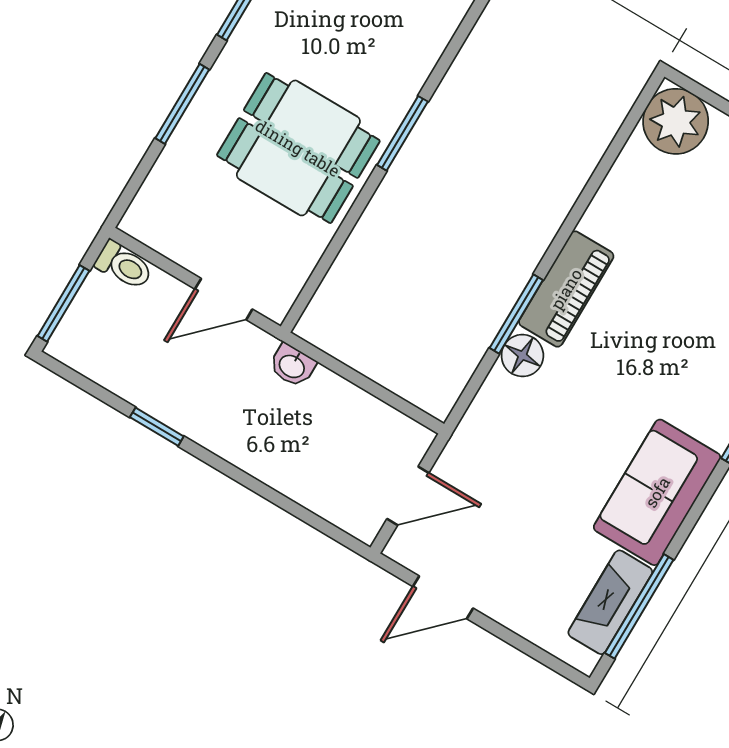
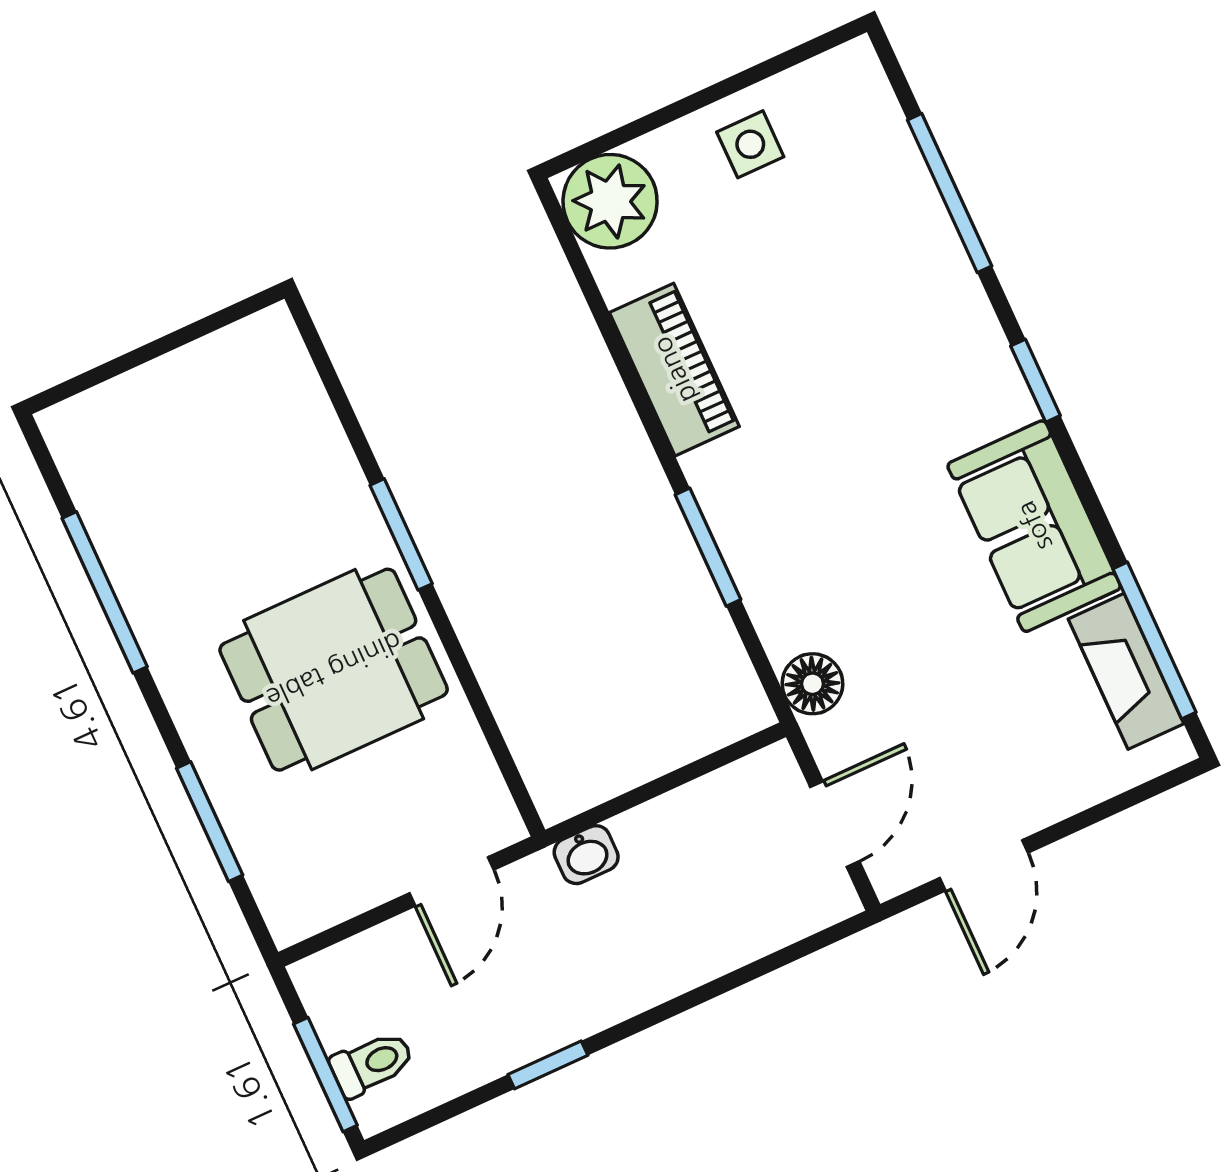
window: (182, 104) -> (210, 822), moved
toilet: (124, 265) -> (372, 1064), moved
piano: (566, 289) -> (674, 370), moved
floor lamp: (522, 356) -> (812, 684), moved

